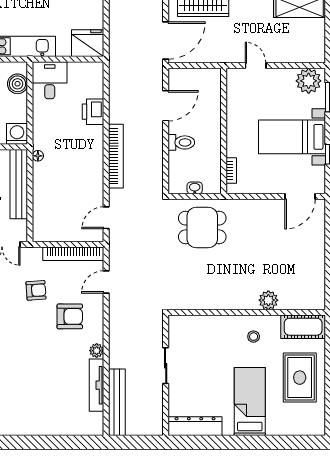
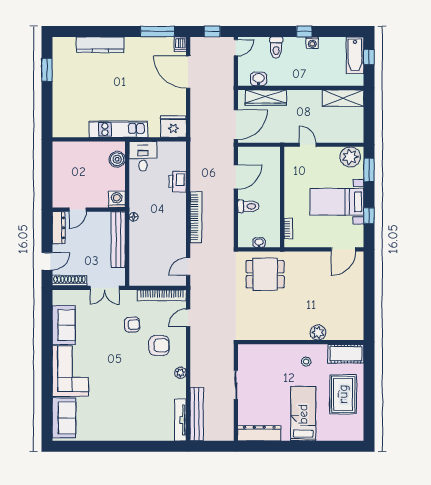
tv unit: (96, 385) -> (180, 420), moved

